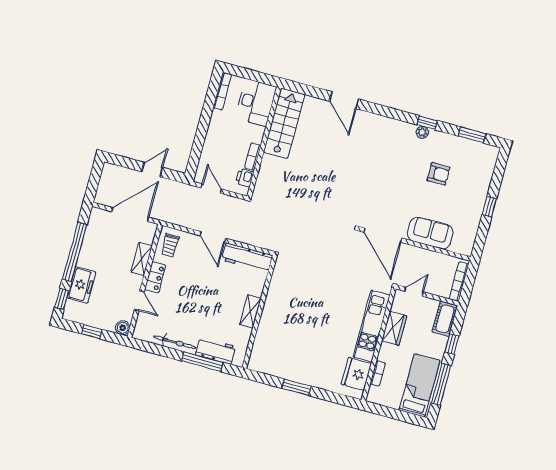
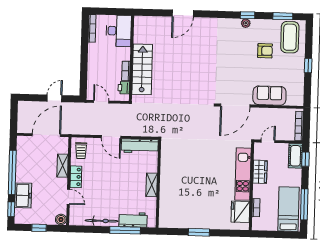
door: (344, 100) -> (183, 13), hinge flipped
stairs: (284, 123) -> (142, 69), moved
coffee table: (475, 164) -> (290, 37), added
door: (383, 235) -> (235, 105), hinge flipped
window: (452, 344) -> (306, 159), moved

